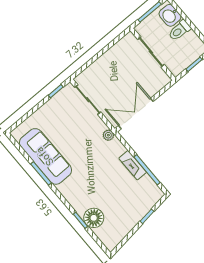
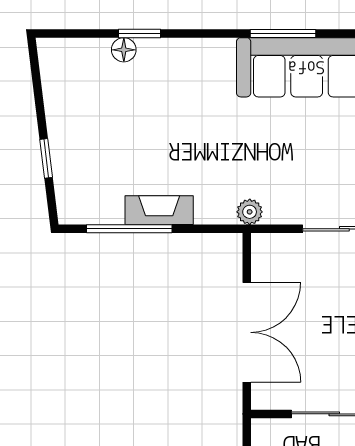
double door: (136, 113) -> (247, 332), moved
floor lamp: (94, 218) -> (124, 50), width x0.53, depth x0.53

